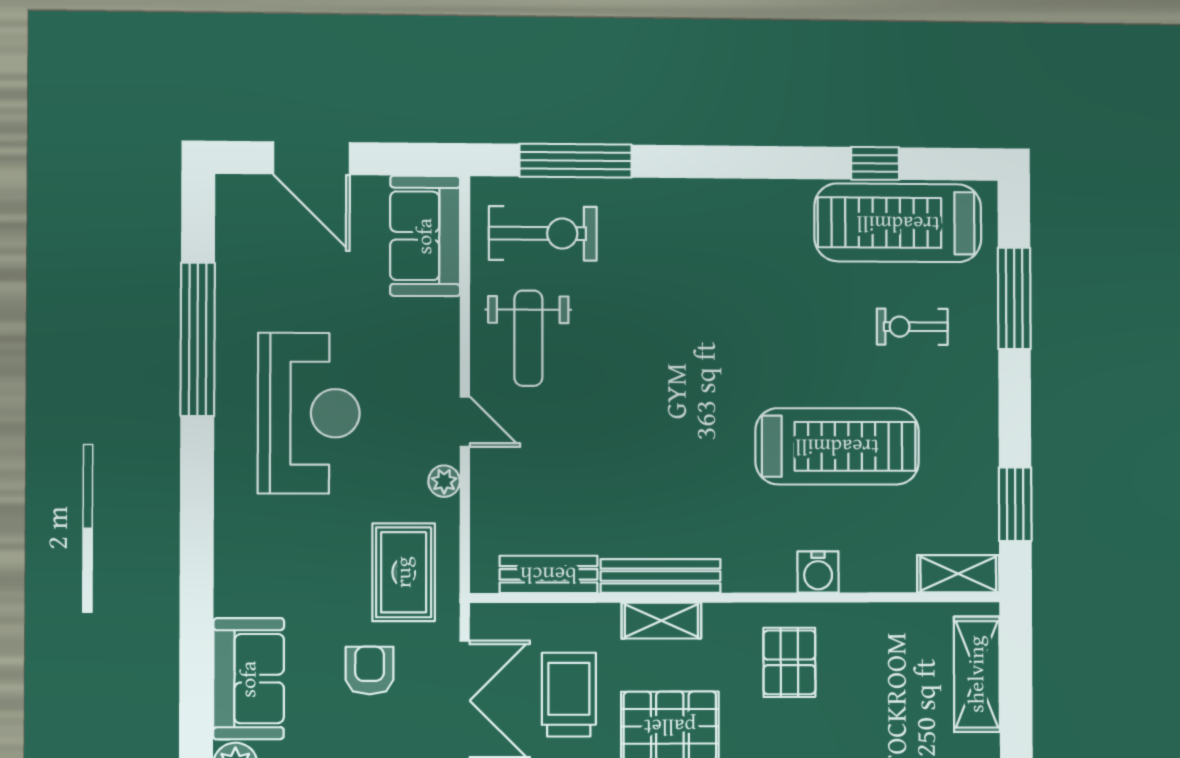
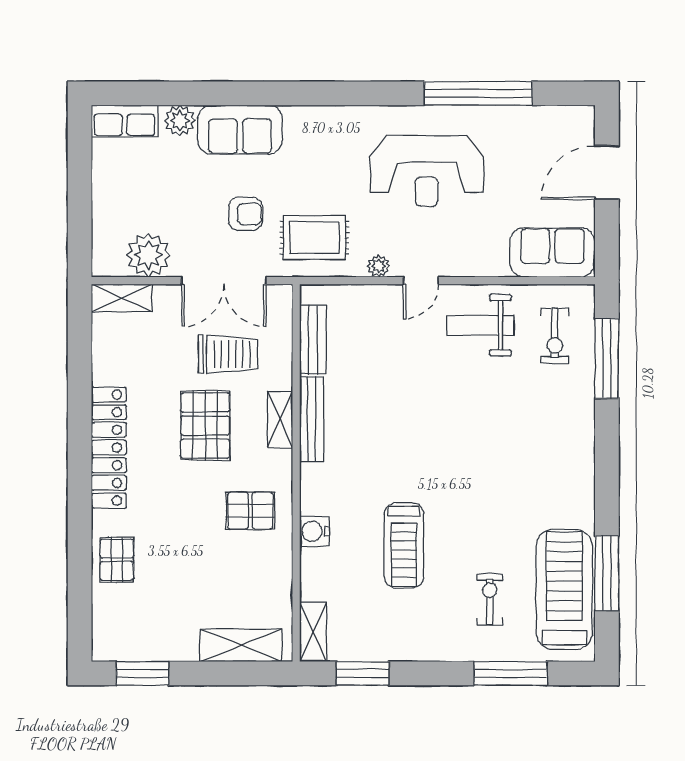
window: (875, 163) -> (607, 573), width x2.17
exercise bike: (543, 233) -> (555, 336), width x0.73, depth x0.72
treadmill: (837, 446) -> (404, 545), width x0.73, depth x0.73

